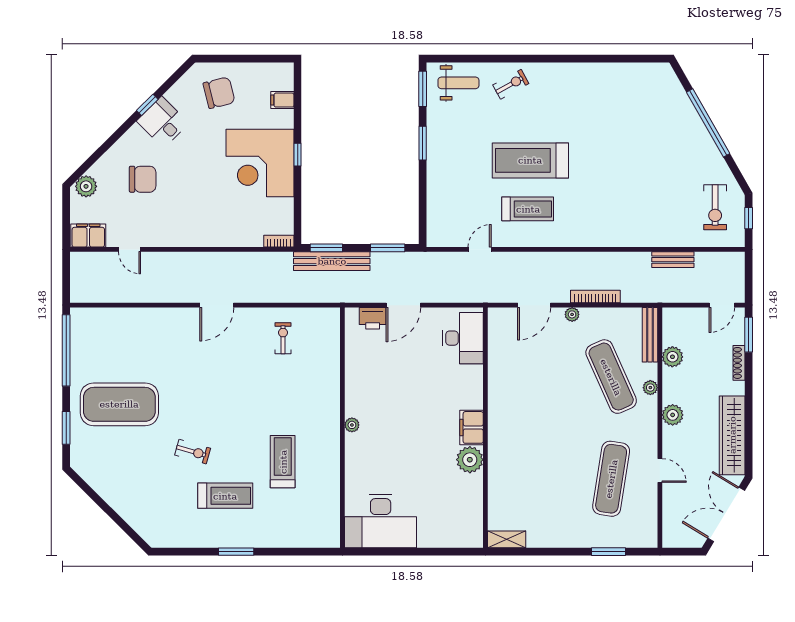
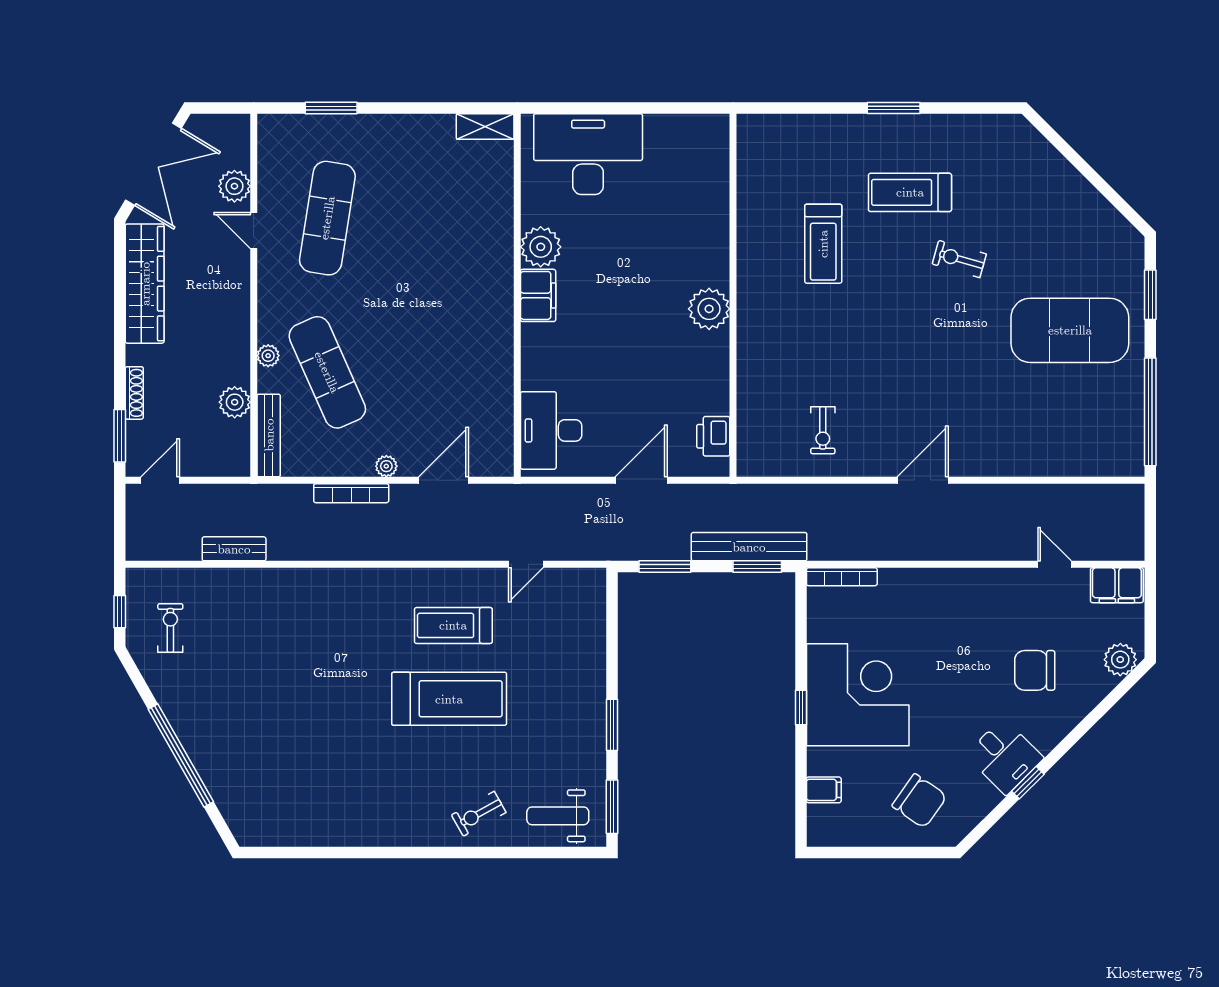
chair: (219, 93) -> (919, 801), turned -131
exercise bike: (715, 207) -> (170, 628), width x0.73, depth x0.72
bookcase: (279, 241) -> (842, 577), width x1.56
printer: (373, 318) -> (713, 436), moved, turned -90
plant: (673, 415) -> (234, 186), moved
plant: (352, 425) -> (709, 309), width x1.88, depth x1.88
desk: (381, 521) -> (588, 154), moved

